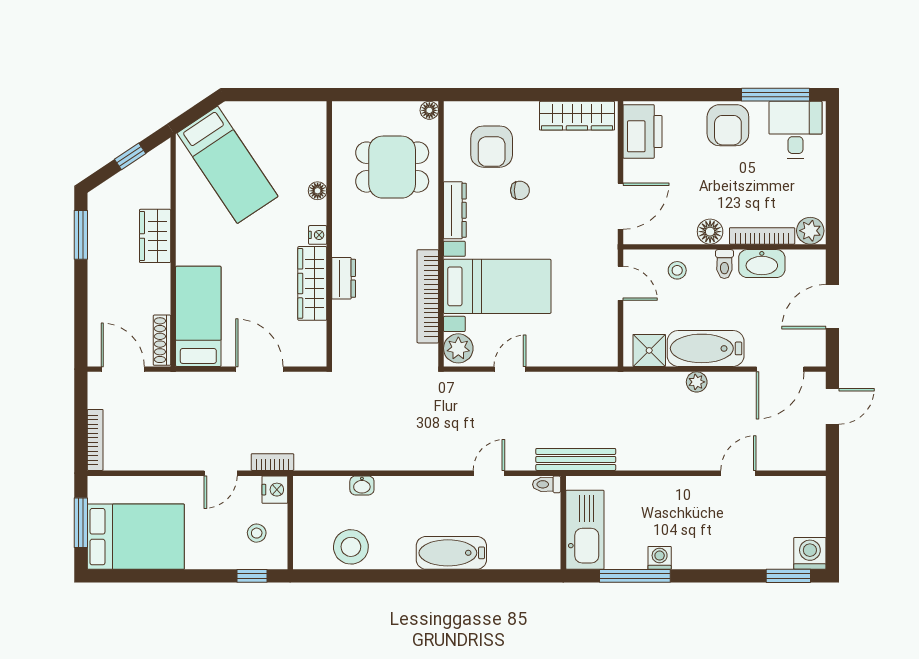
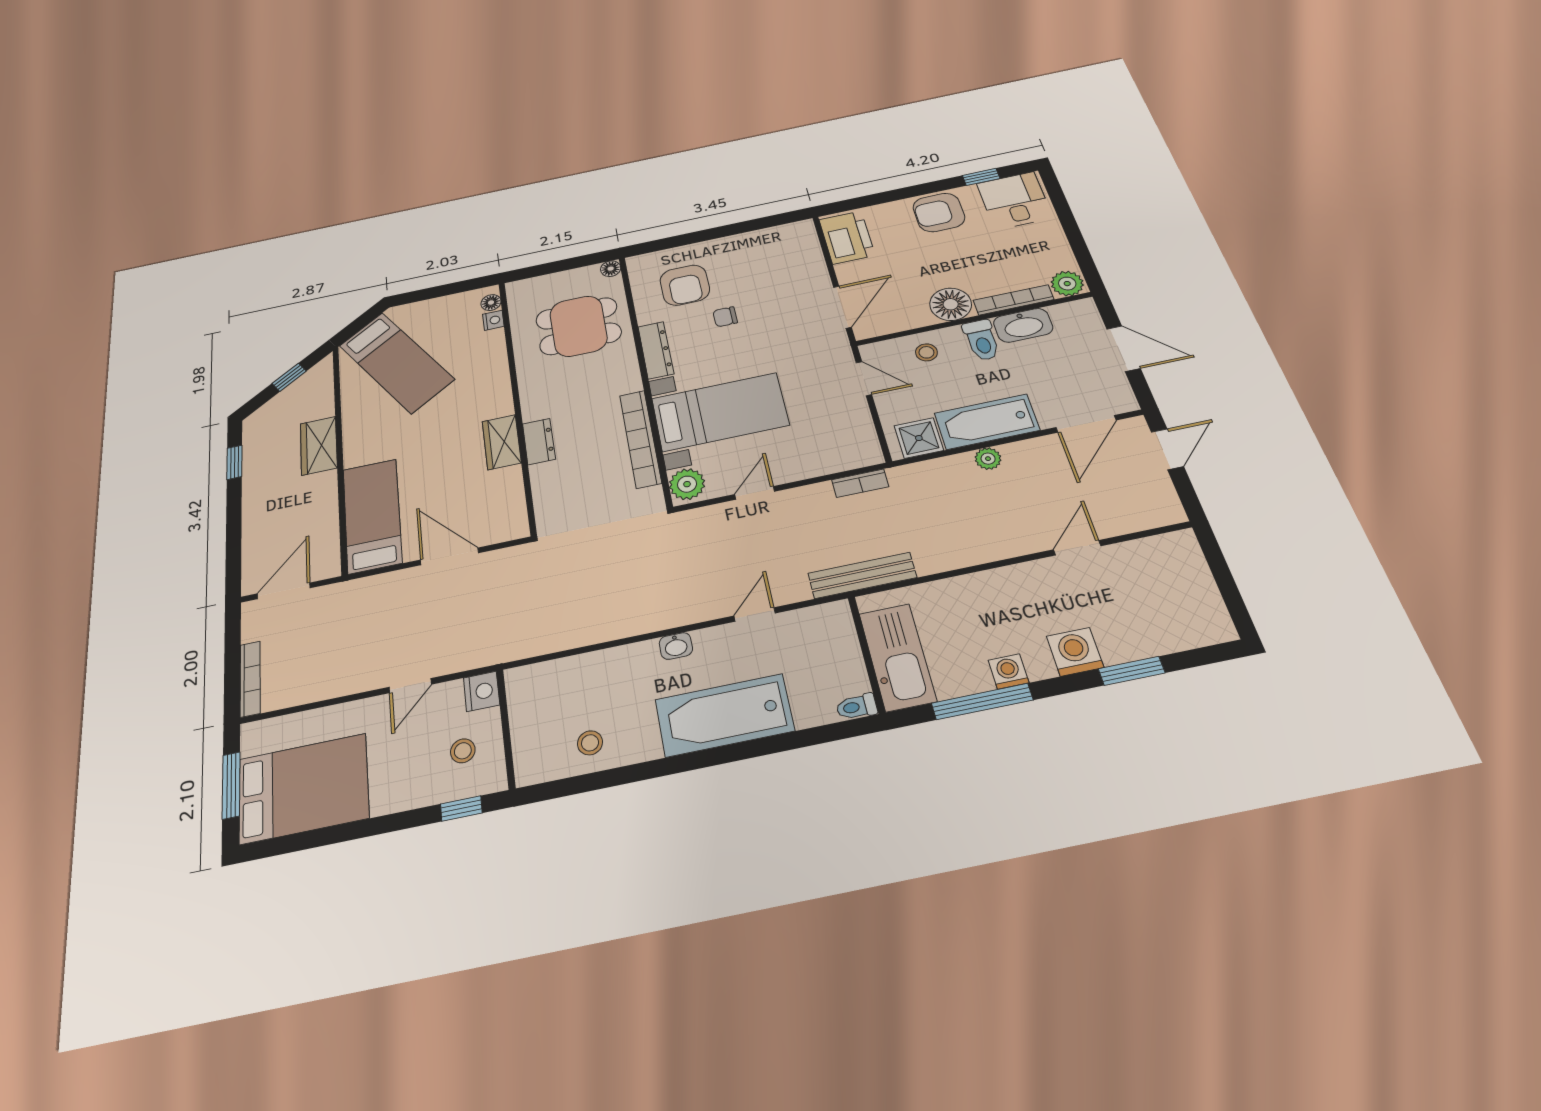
window: (776, 95) -> (981, 177), width x0.46
wardrobe: (577, 116) -> (772, 239), removed
armchair: (728, 125) -> (939, 212), turned 90
chair: (520, 190) -> (725, 317), turned 180
floor lamp: (318, 191) -> (491, 303), moved
floor lamp: (710, 232) -> (951, 304), width x1.38, depth x1.38
window: (81, 235) -> (234, 462), width x0.67
nightstand: (318, 235) -> (493, 320), moved
toilet: (724, 264) -> (982, 340), width x1.37, depth x1.39
wardrobe: (312, 283) -> (502, 442), width x0.67
door: (832, 307) -> (1123, 349), swing flipped
shoe rack: (162, 340) -> (330, 550), removed
door: (123, 369) -> (284, 591), hinge flipped
bookcase: (272, 462) -> (860, 483), moved, turned 180
toilet: (547, 484) -> (857, 707), moved
washbasin: (362, 485) -> (676, 646), moved
stool: (351, 547) -> (590, 743), width x0.53, depth x0.53
bathtub: (451, 553) -> (724, 715), width x1.36, depth x1.36
washing machine: (810, 553) -> (1075, 652), moved
window: (788, 576) -> (1132, 671), moved

